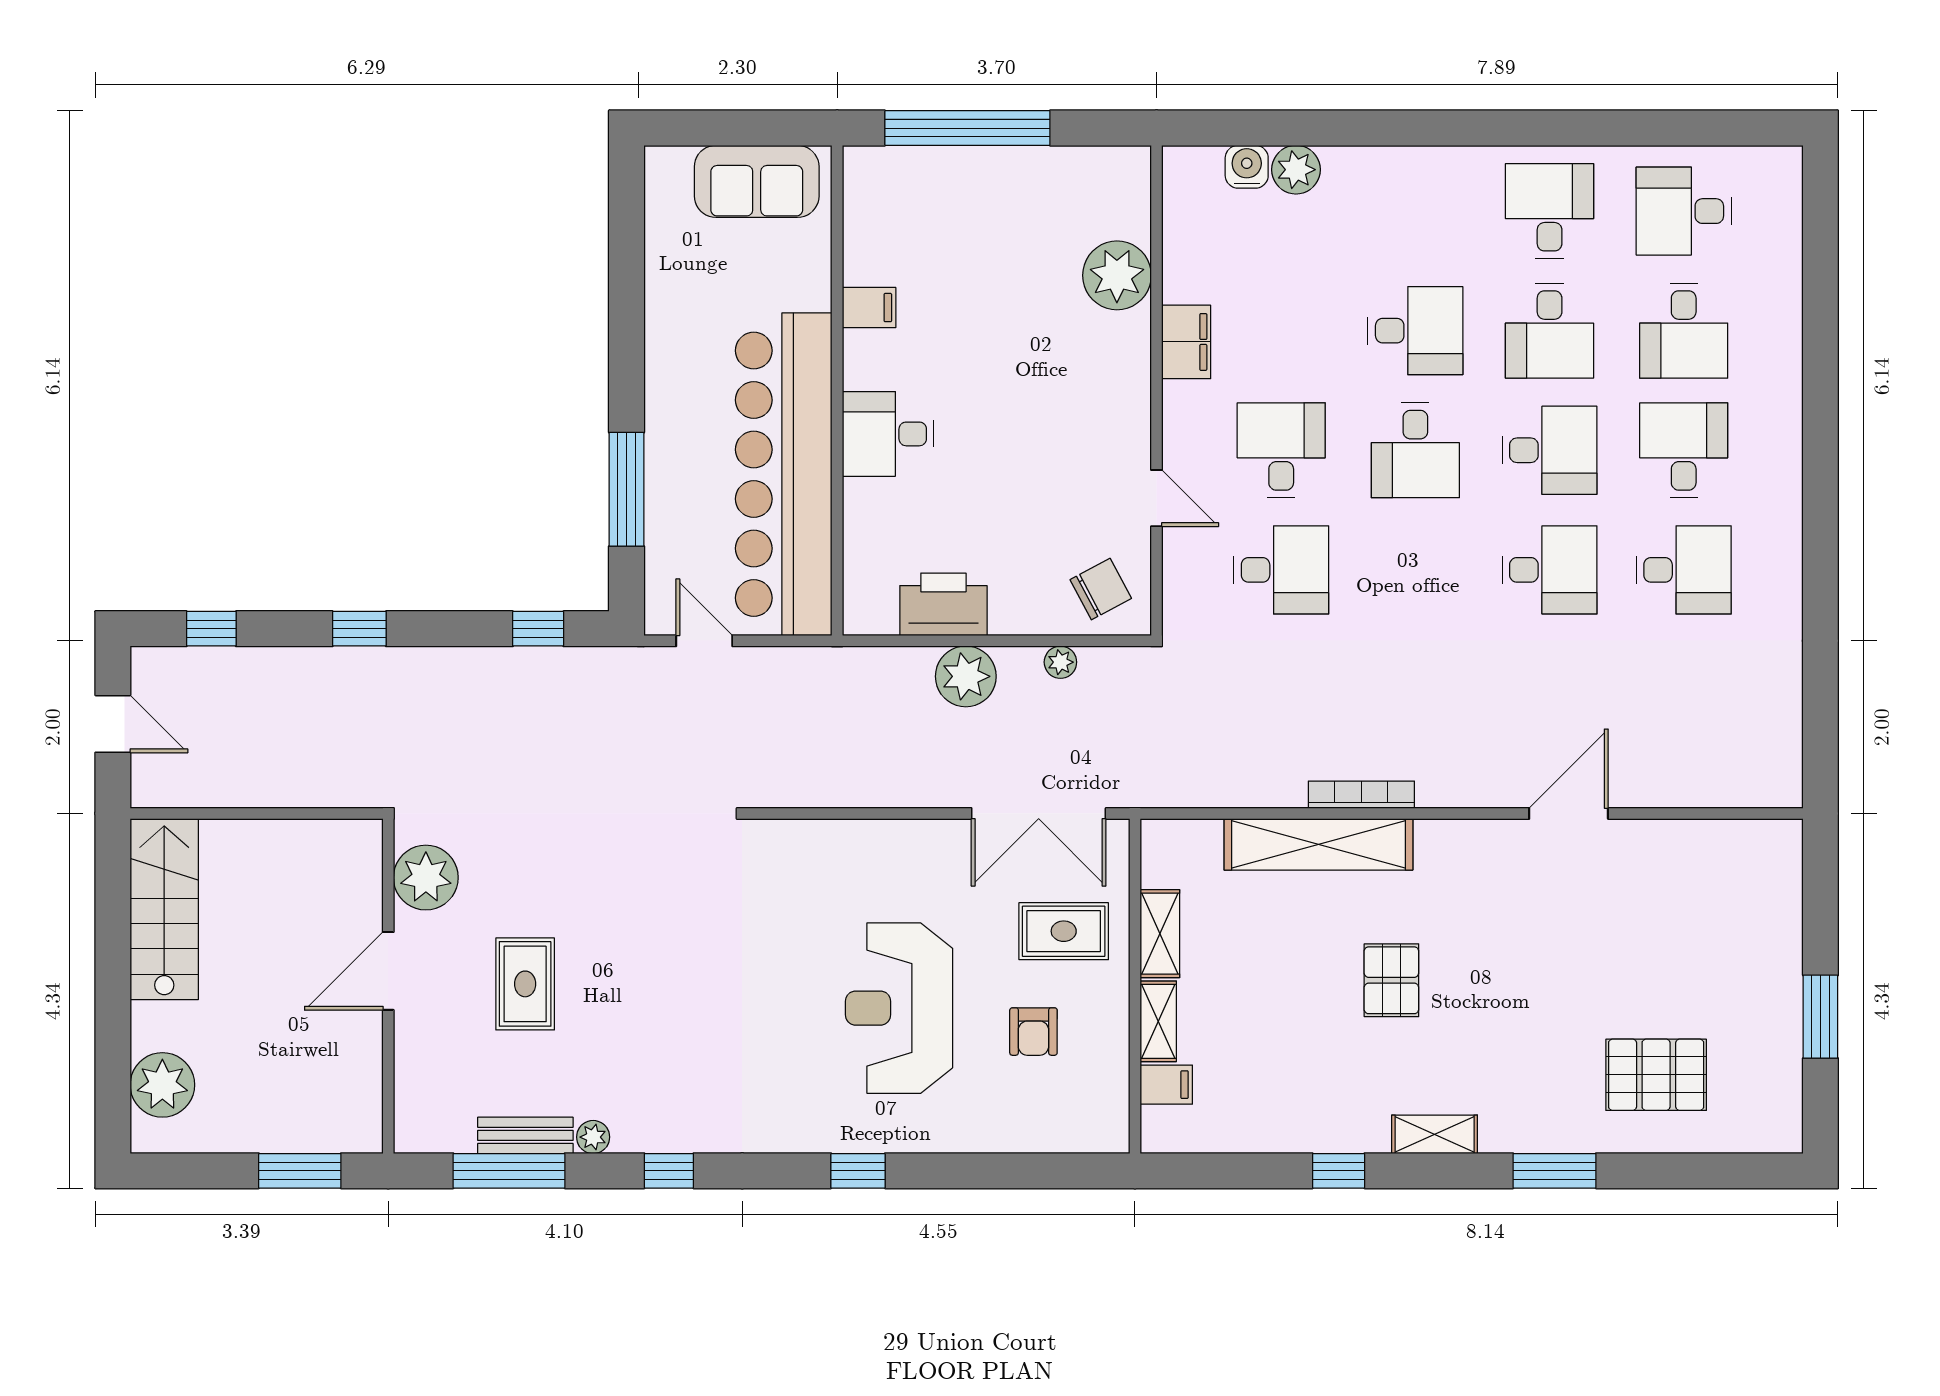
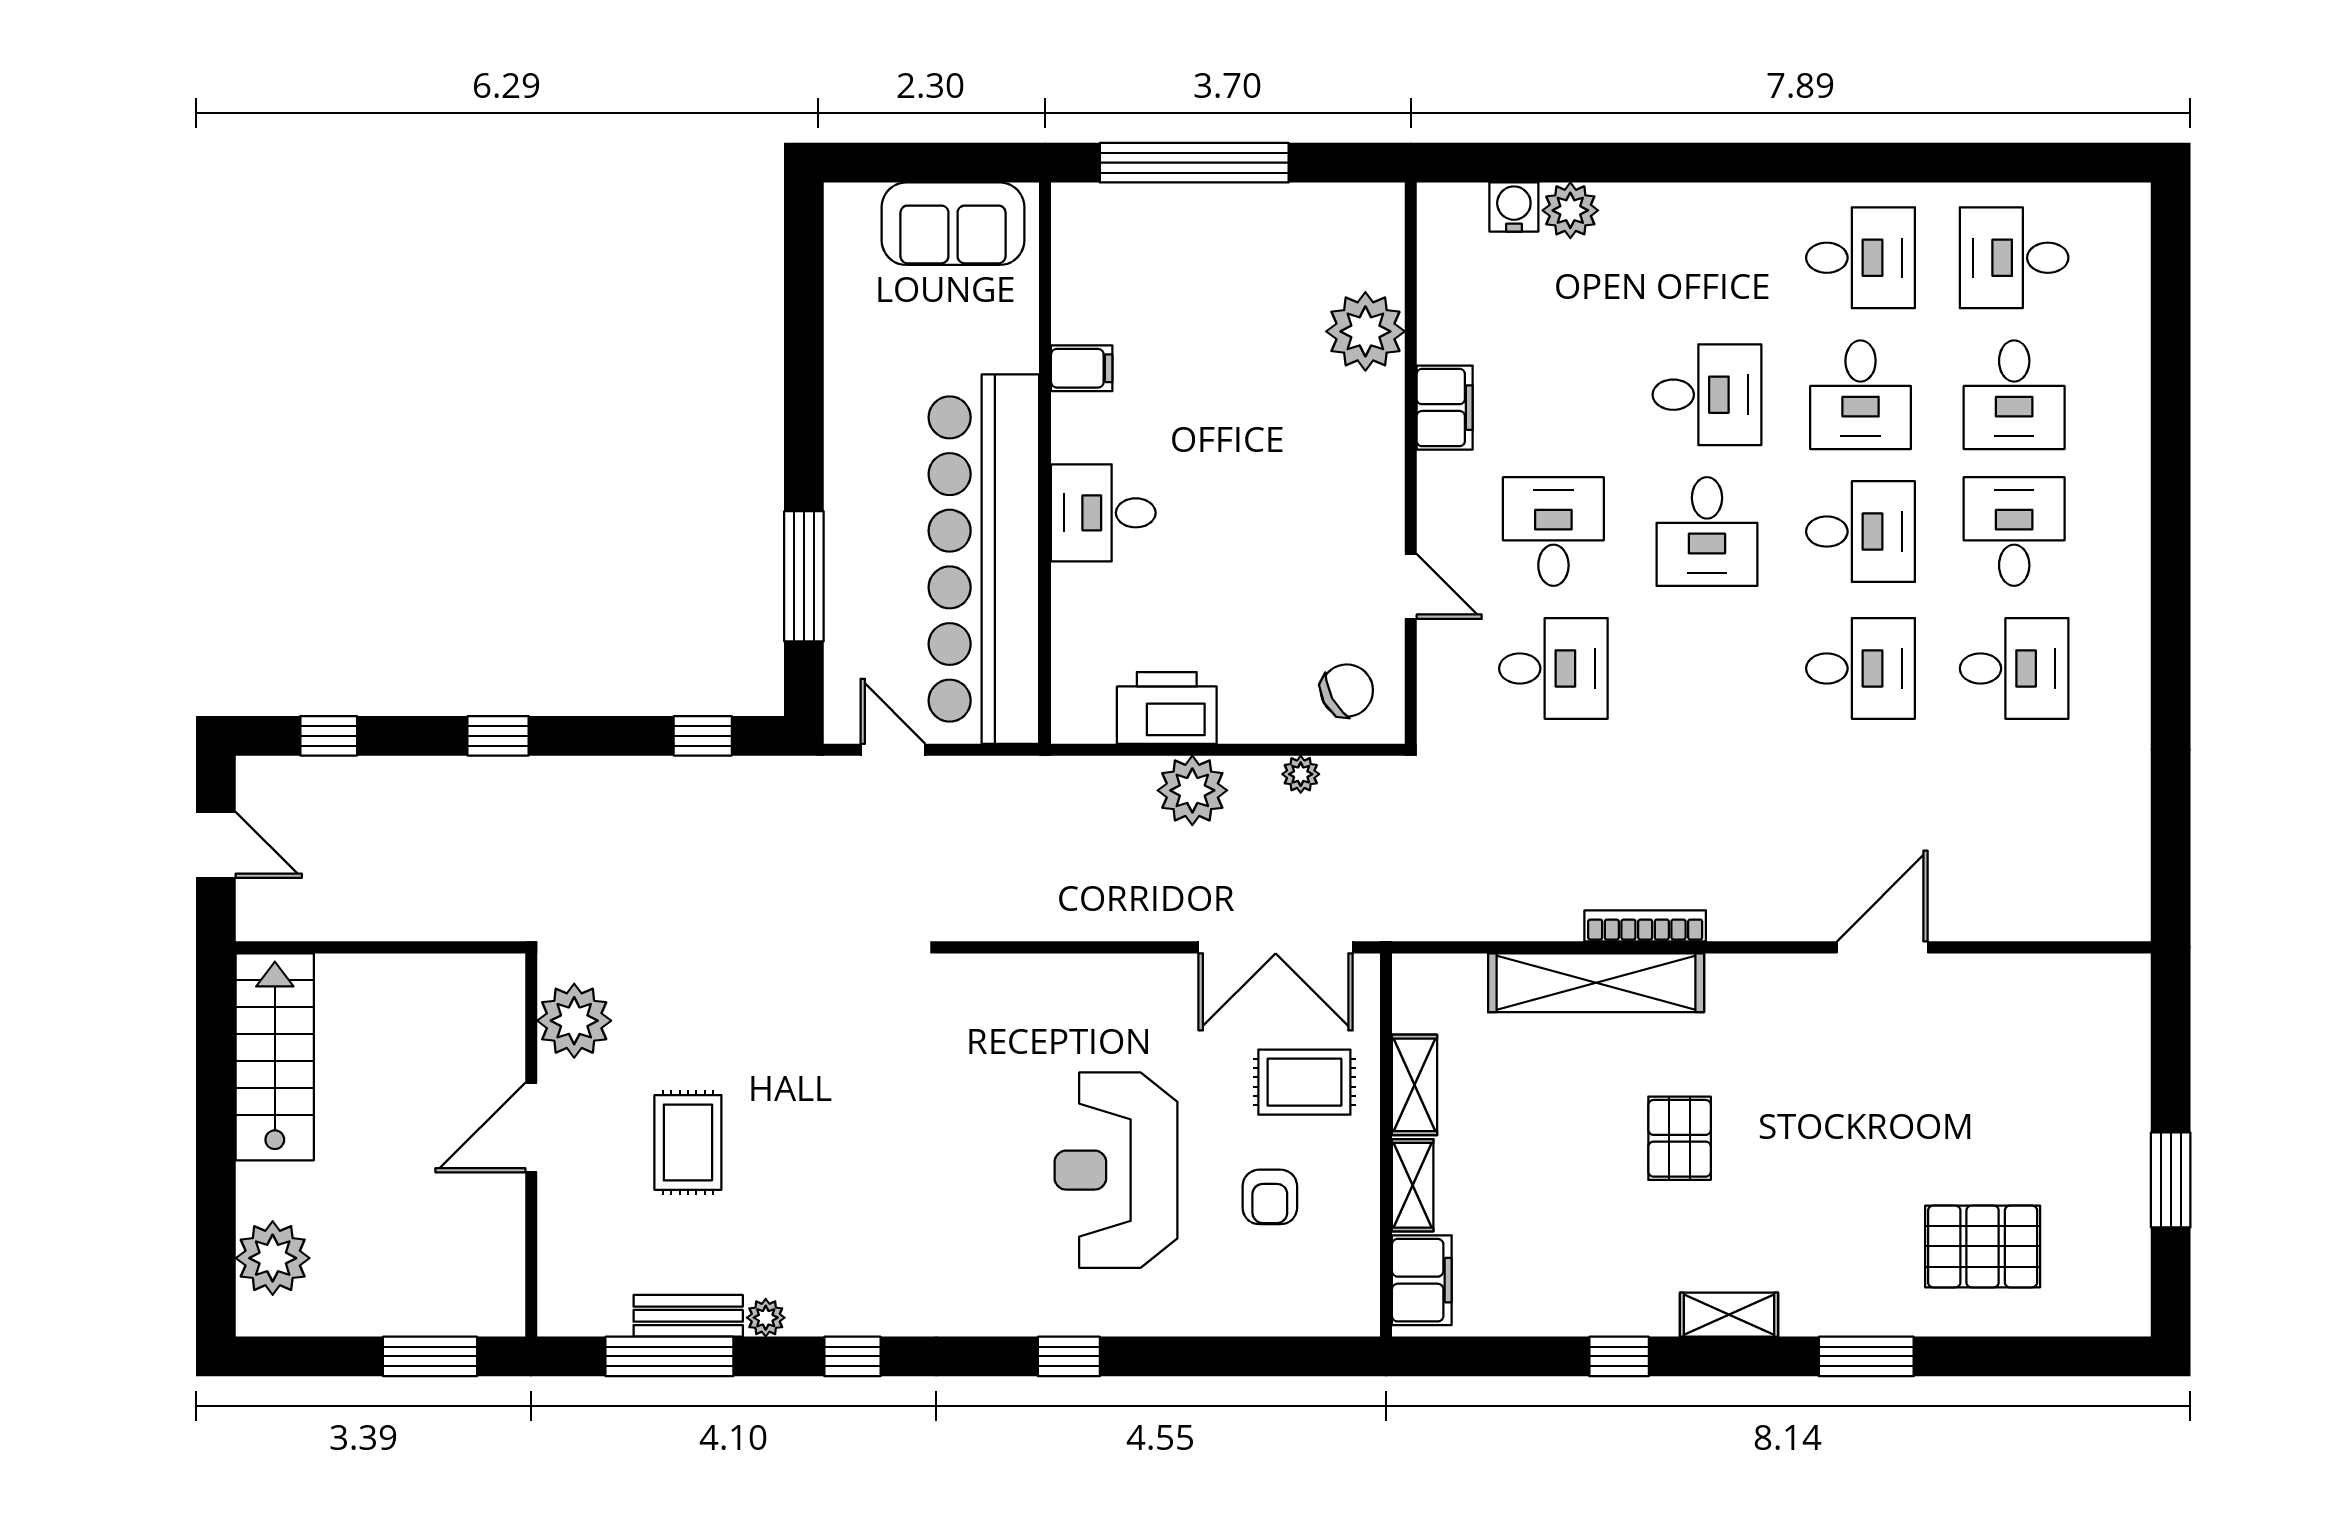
desk: (1550, 211) -> (1861, 258), turned 90
filing cabinet: (1166, 1085) -> (1422, 1280), width x2.00

